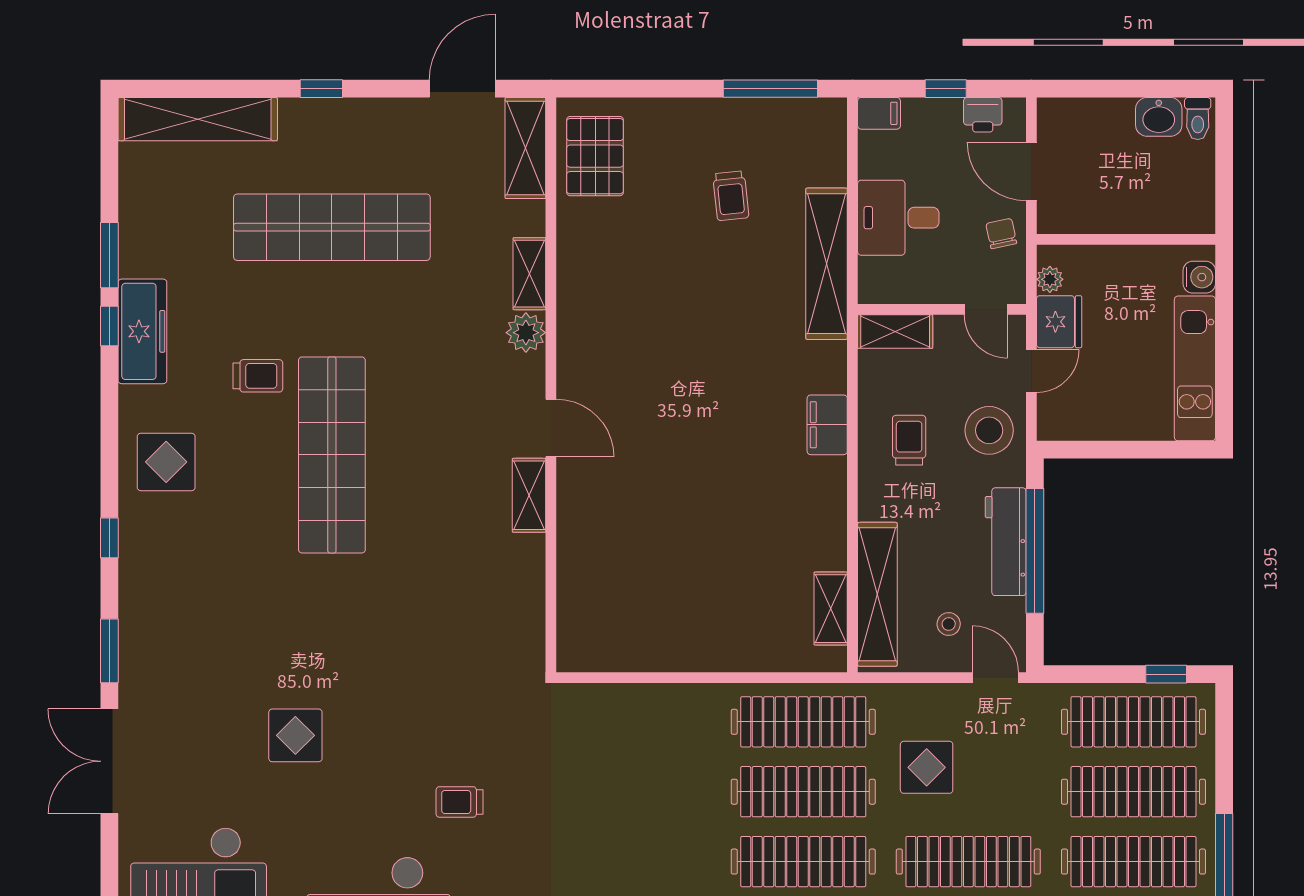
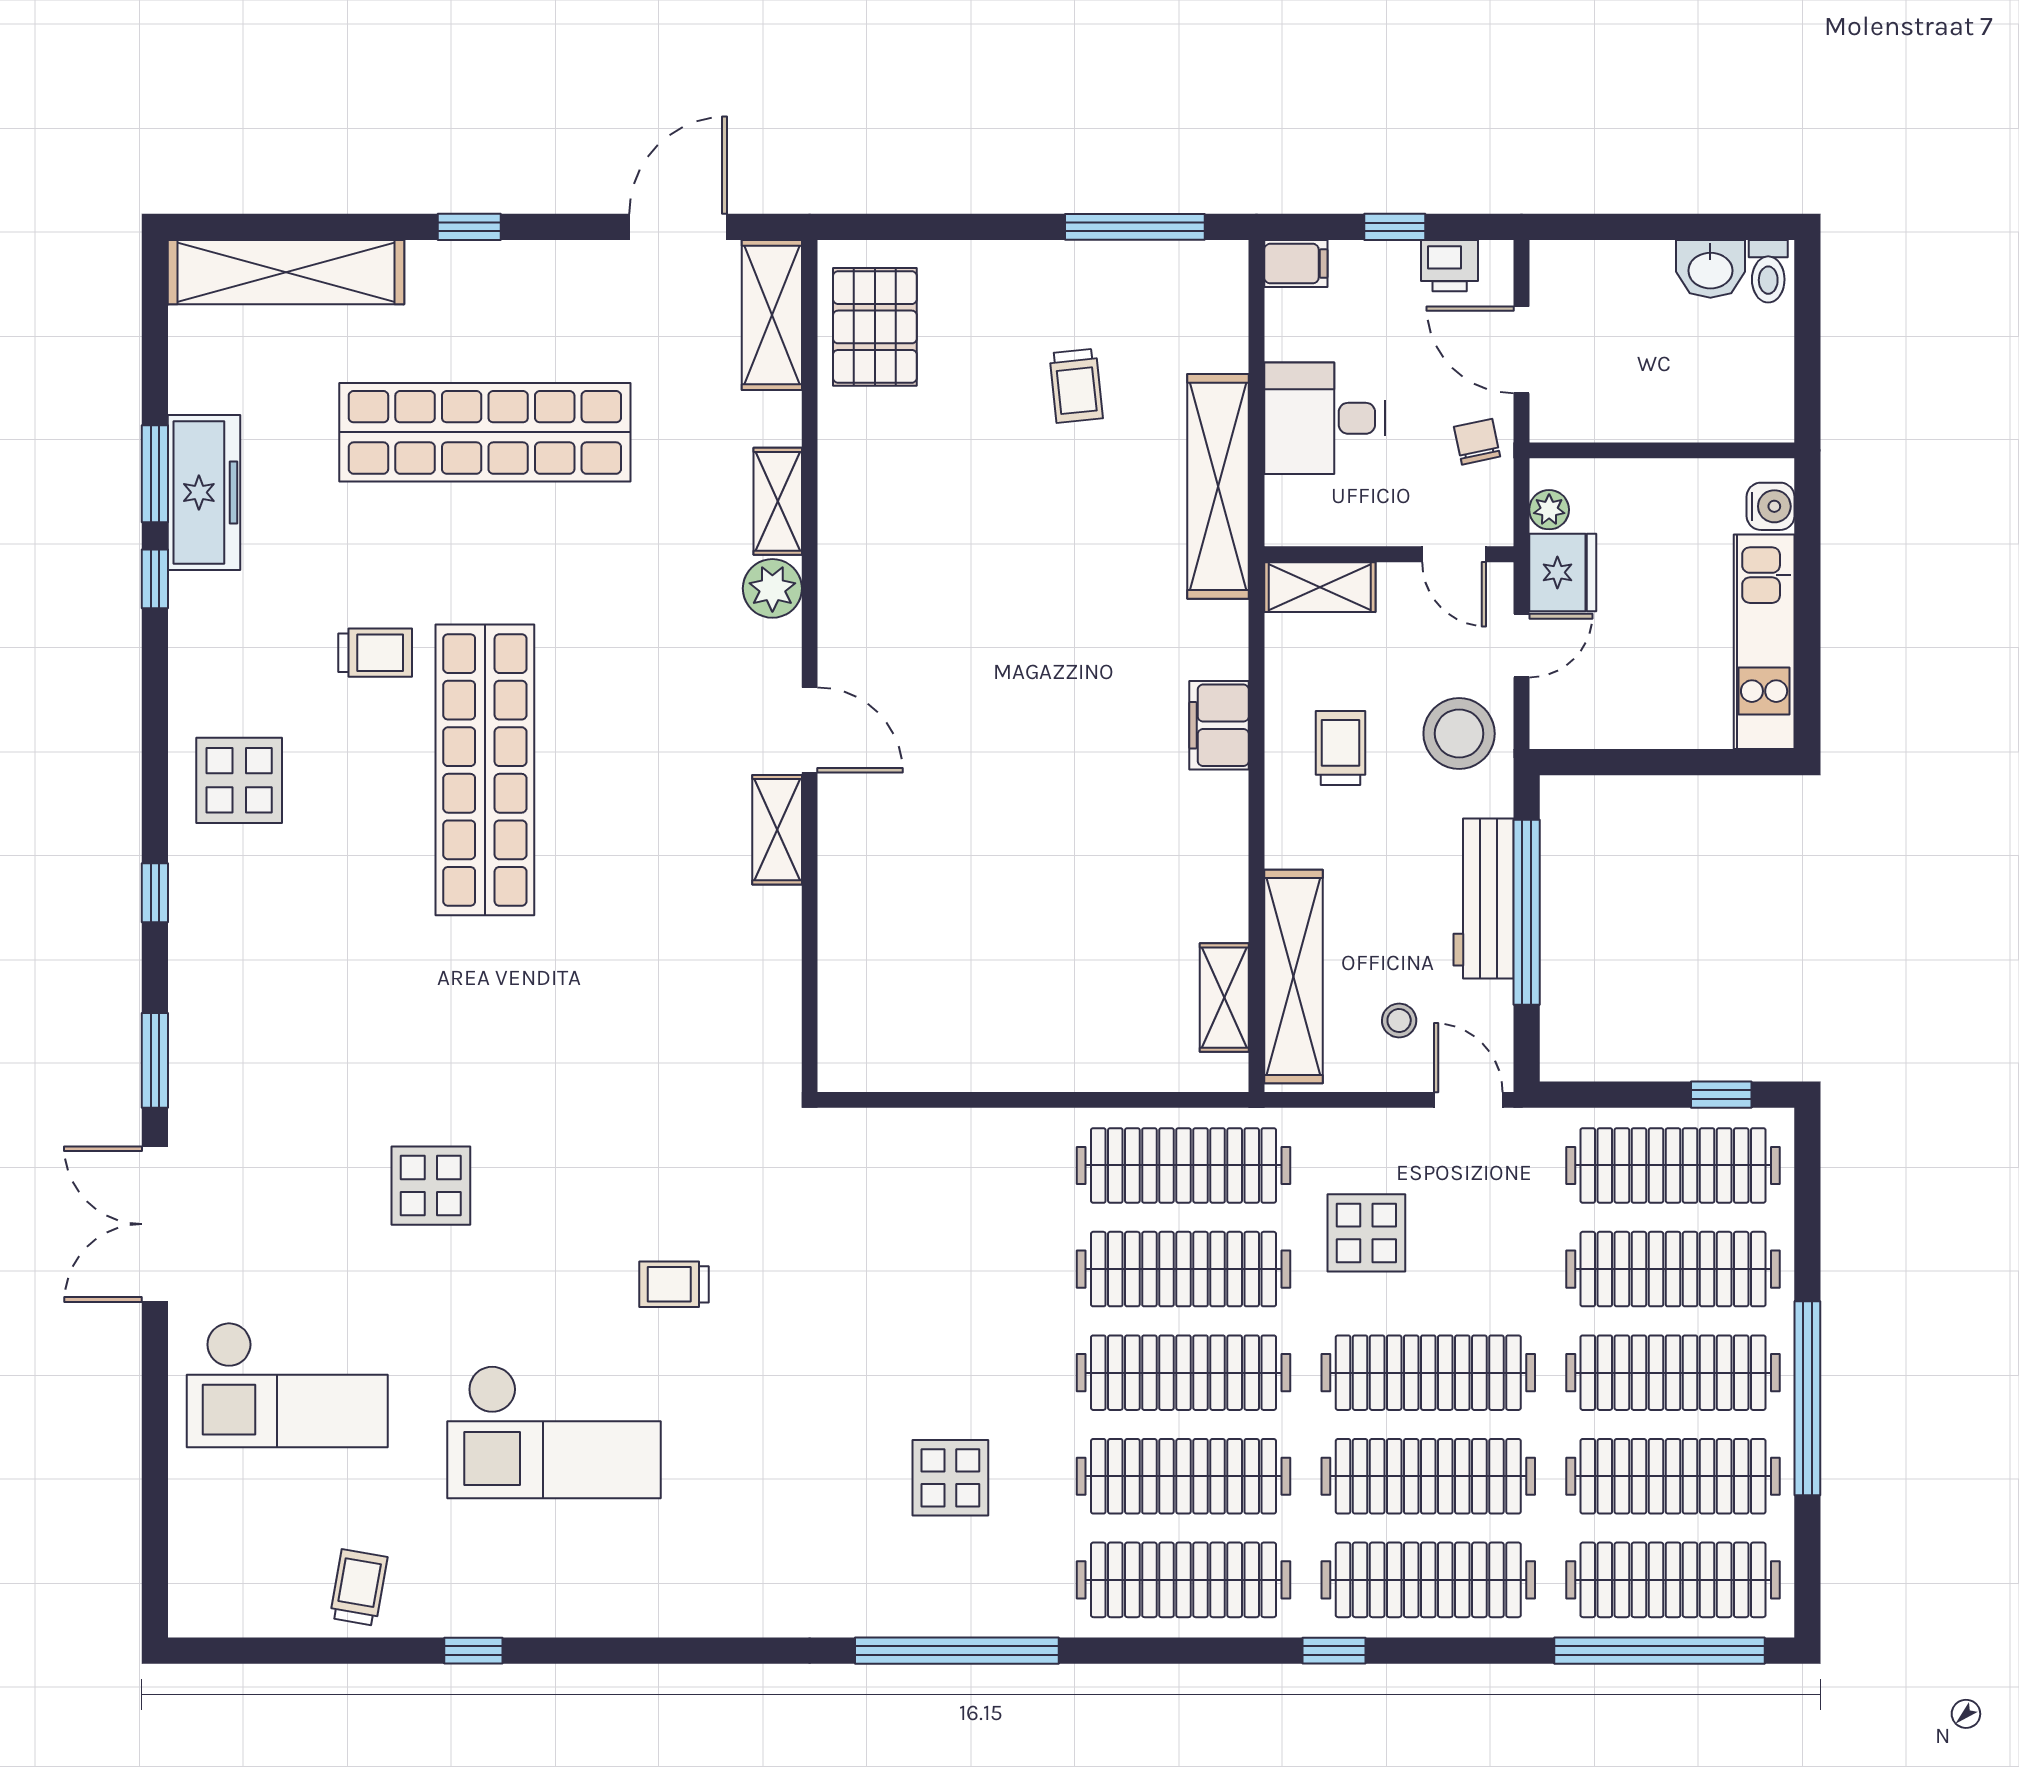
freezer: (142, 331) -> (204, 492), moved

